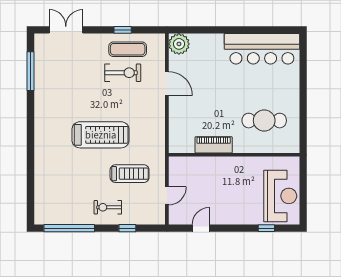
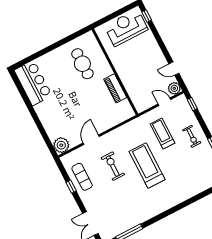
bar counter: (262, 49) -> (33, 83), width x0.73
exercise bike: (123, 73) -> (113, 166), moved
plant: (177, 216) -> (174, 88), added
window: (127, 228) -> (192, 104), moved
window: (266, 228) -> (147, 16), moved

